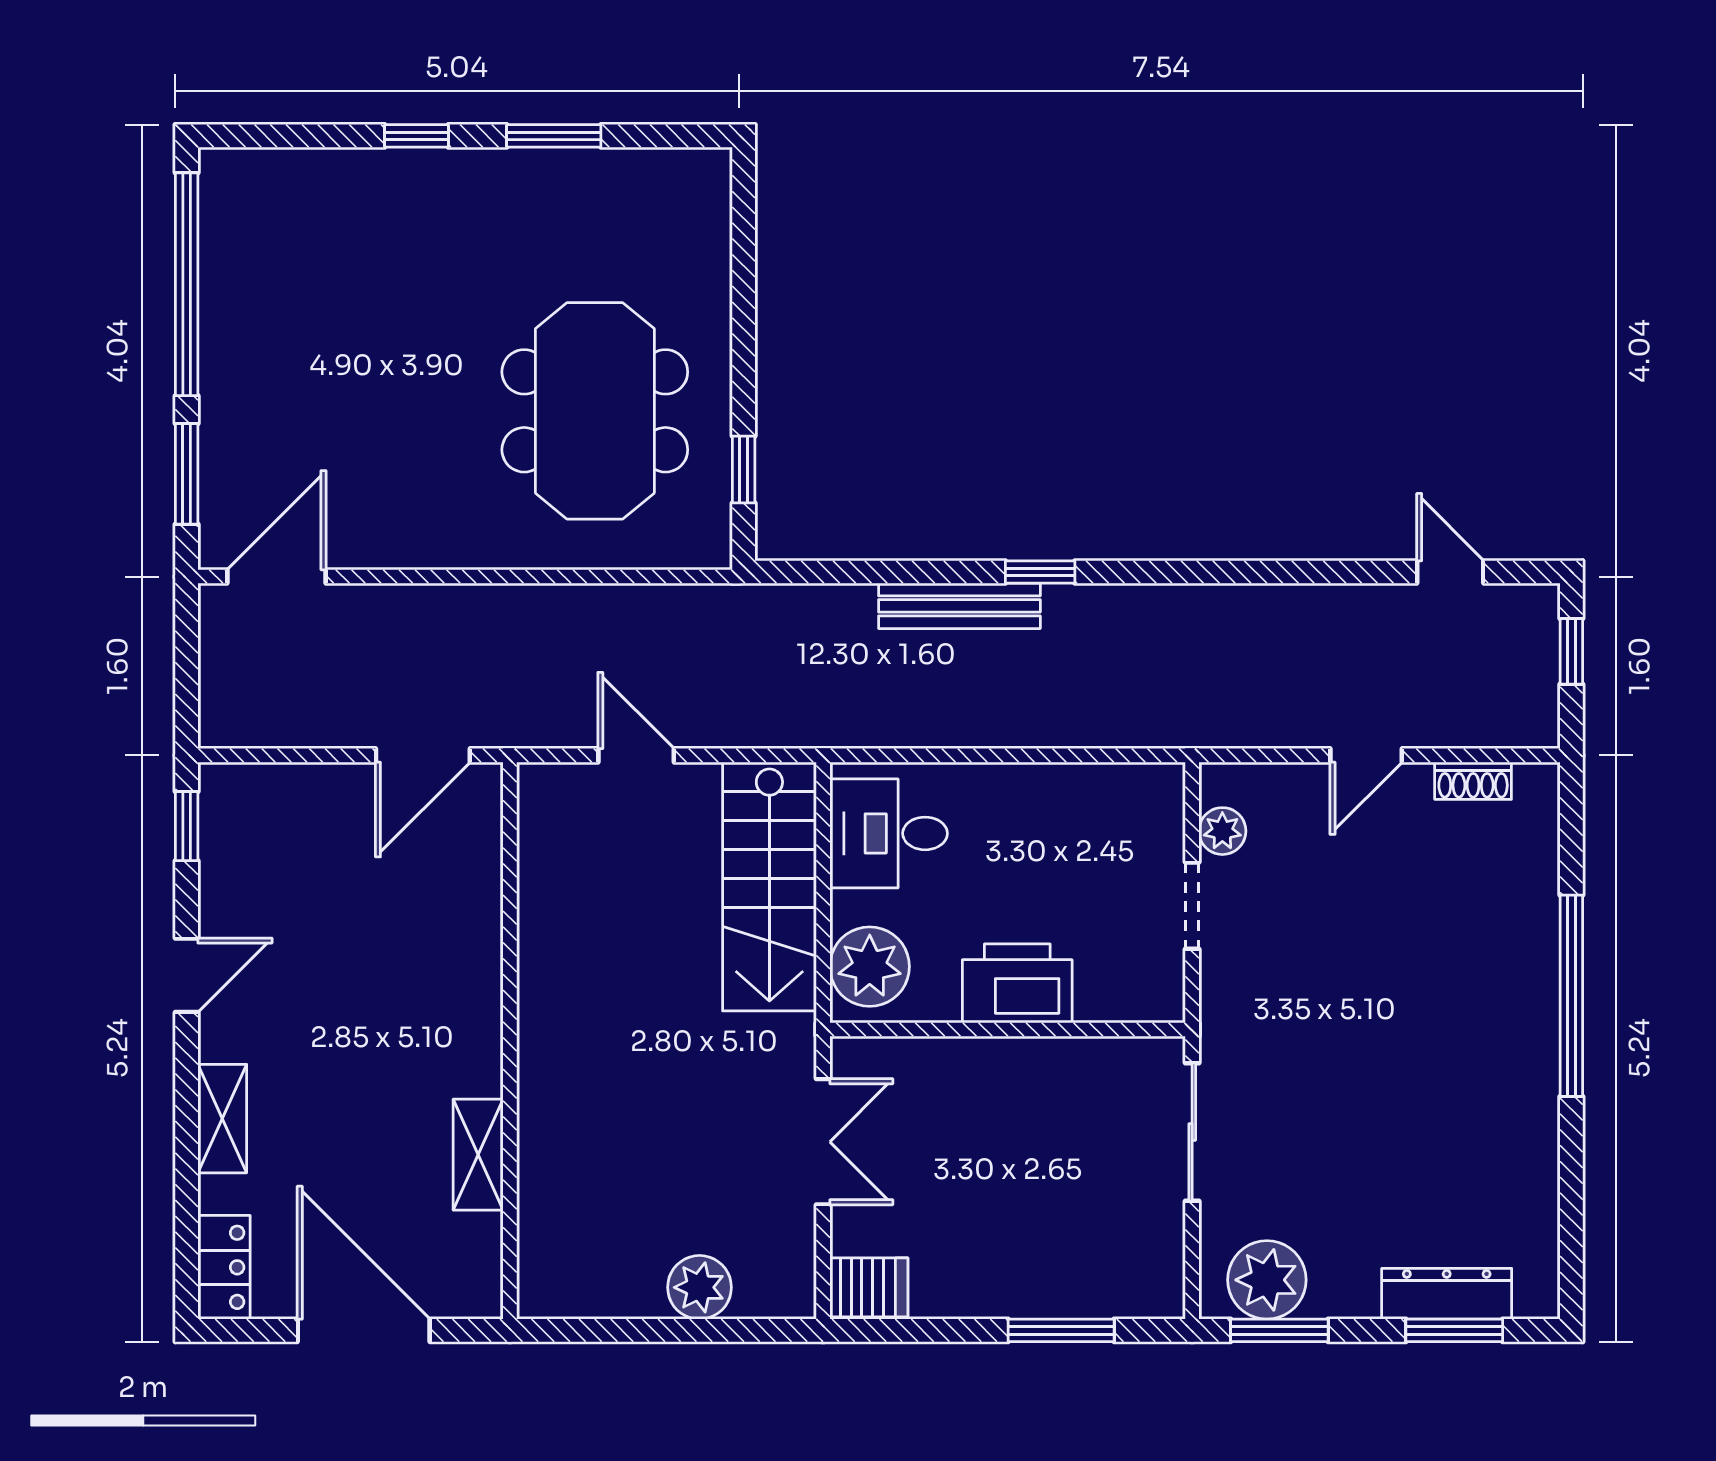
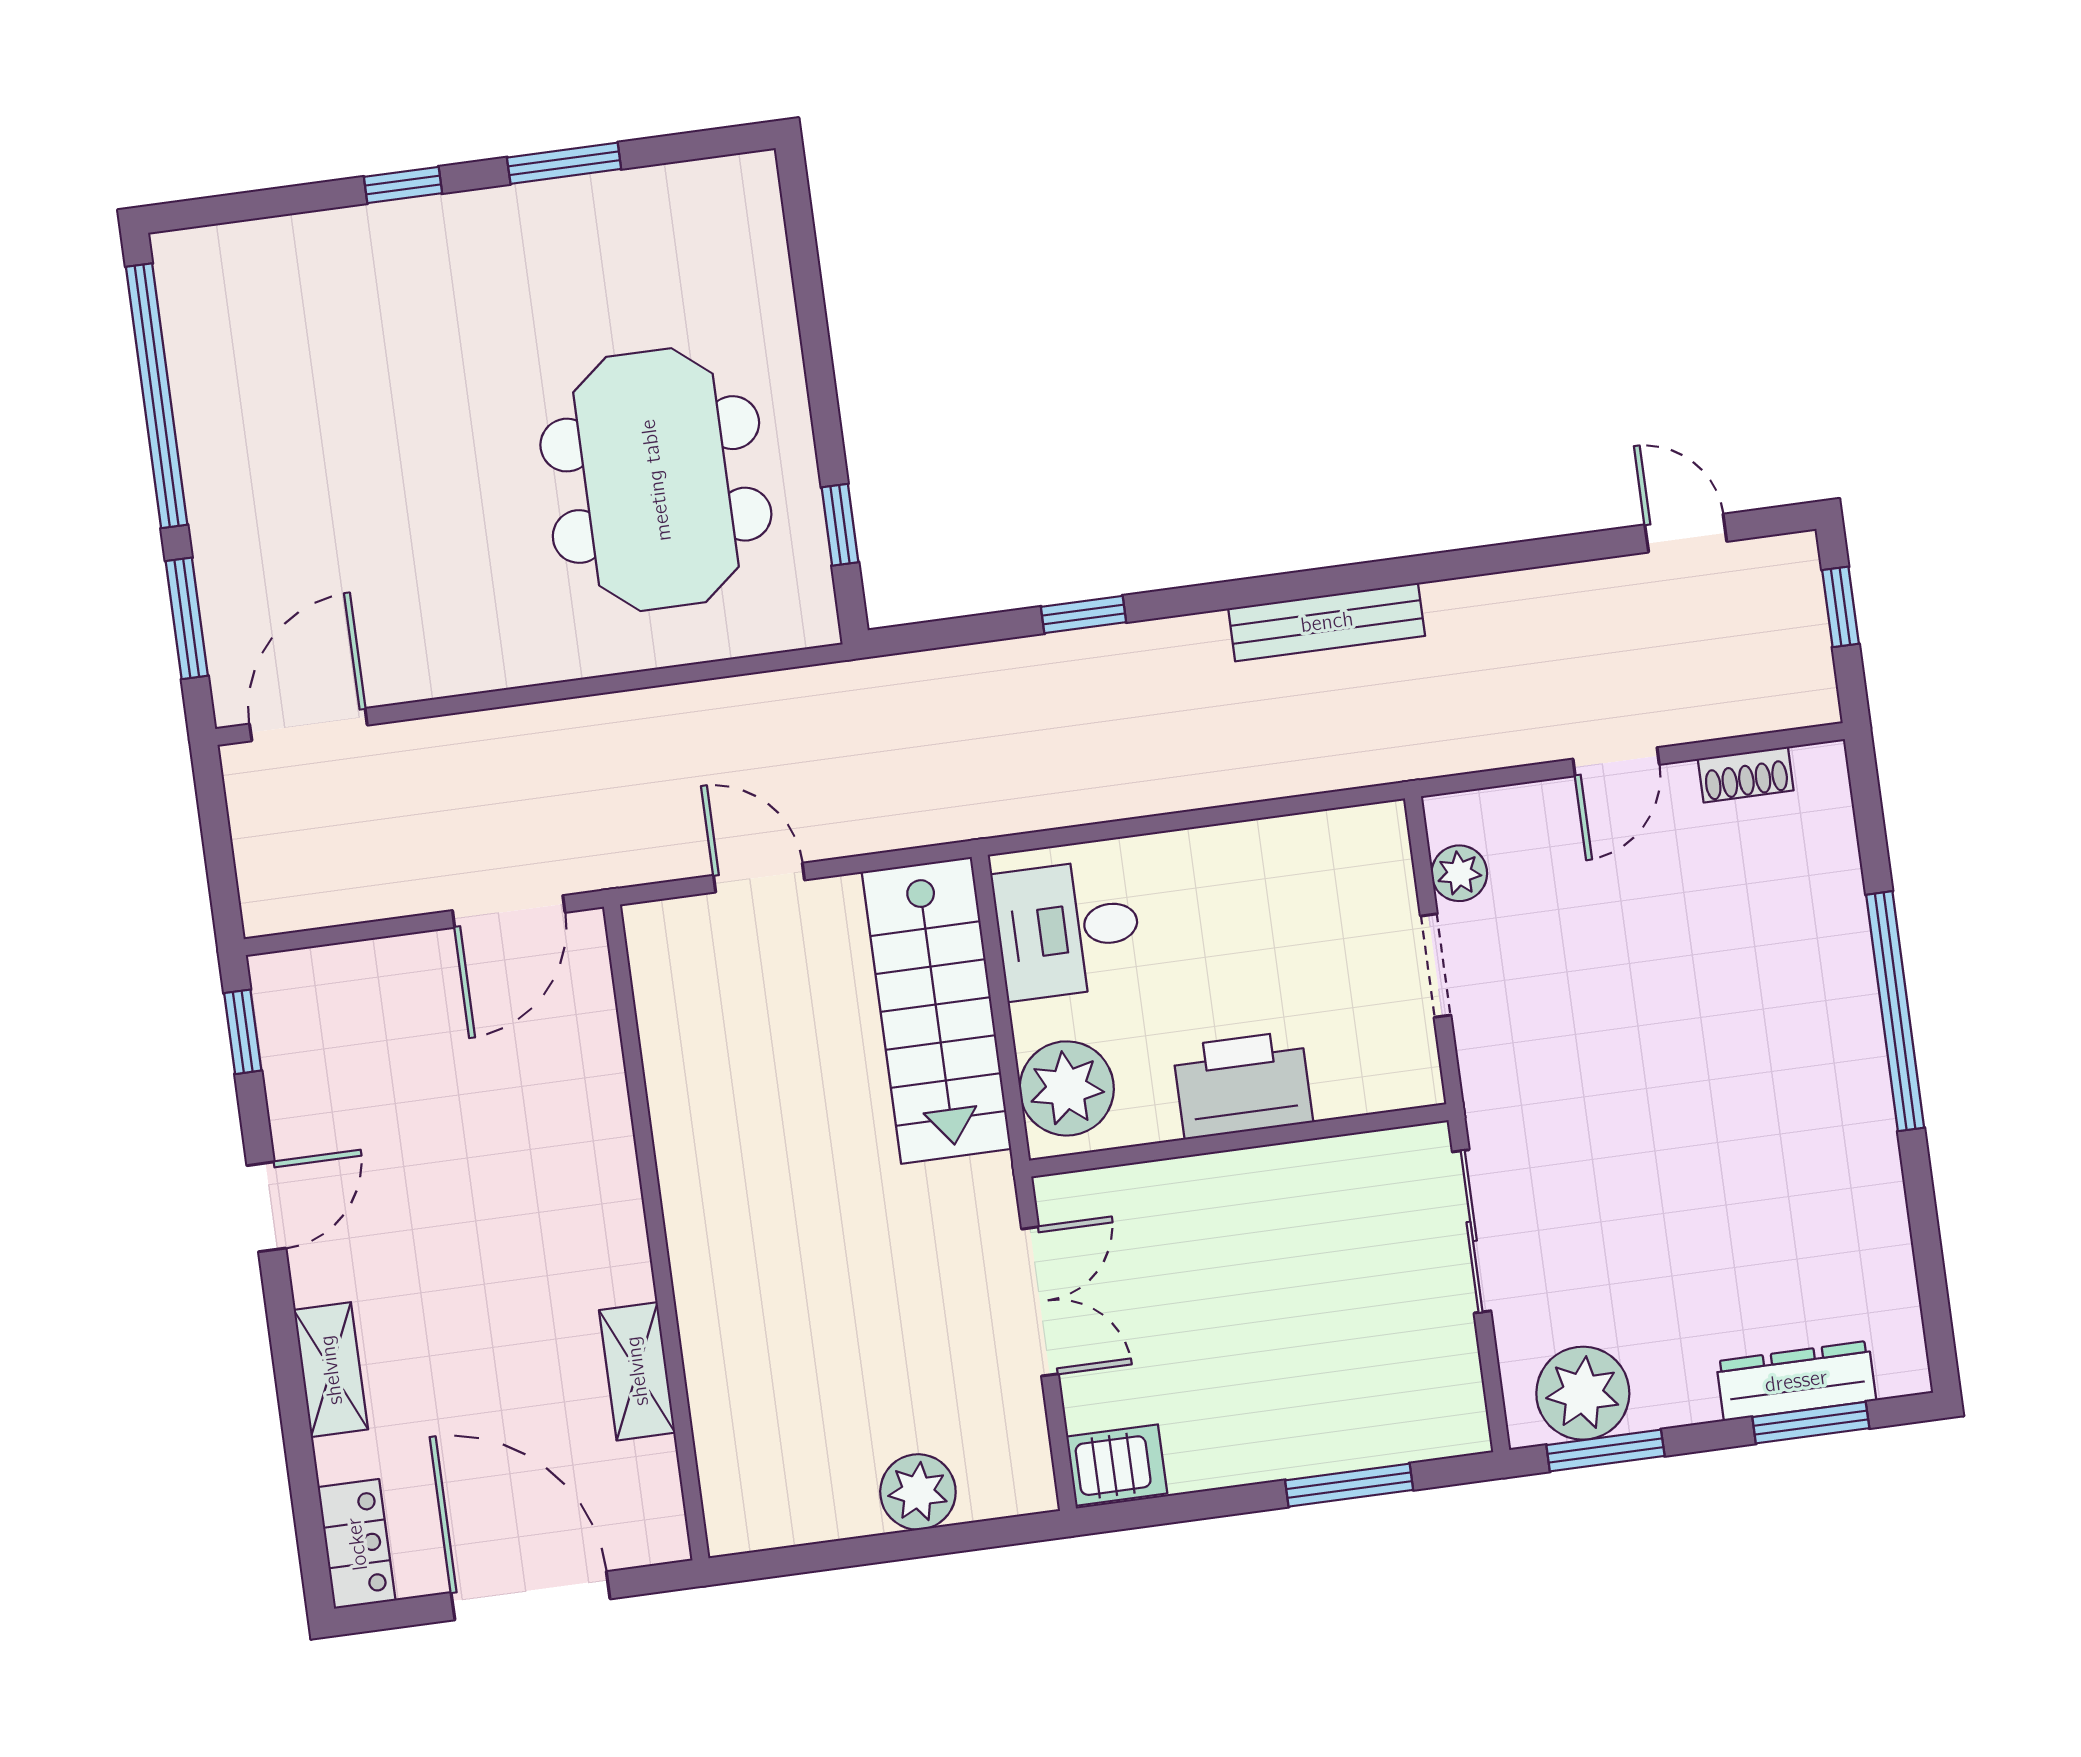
window: (1040, 572) -> (1084, 614), moved
bench: (959, 606) -> (1327, 622), moved

